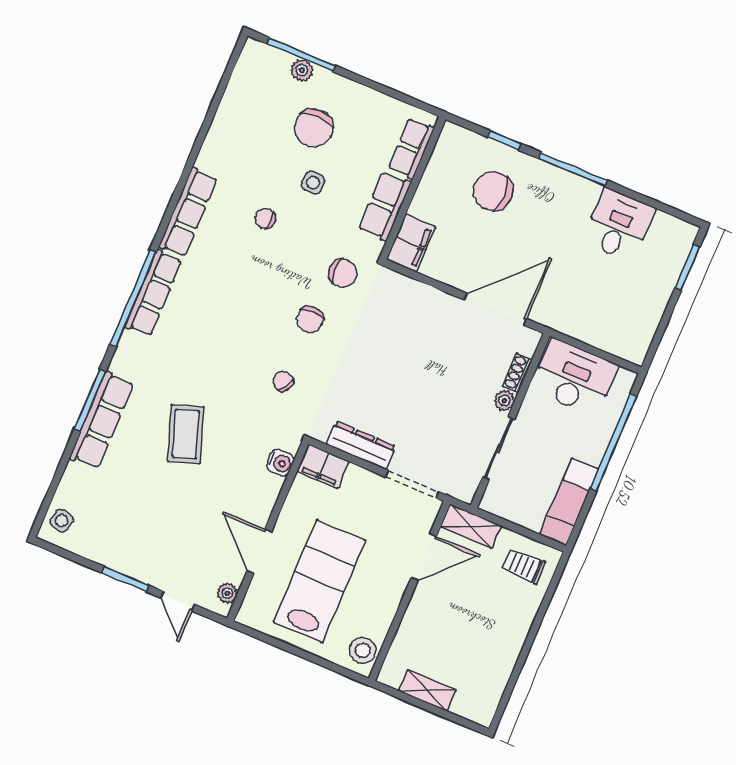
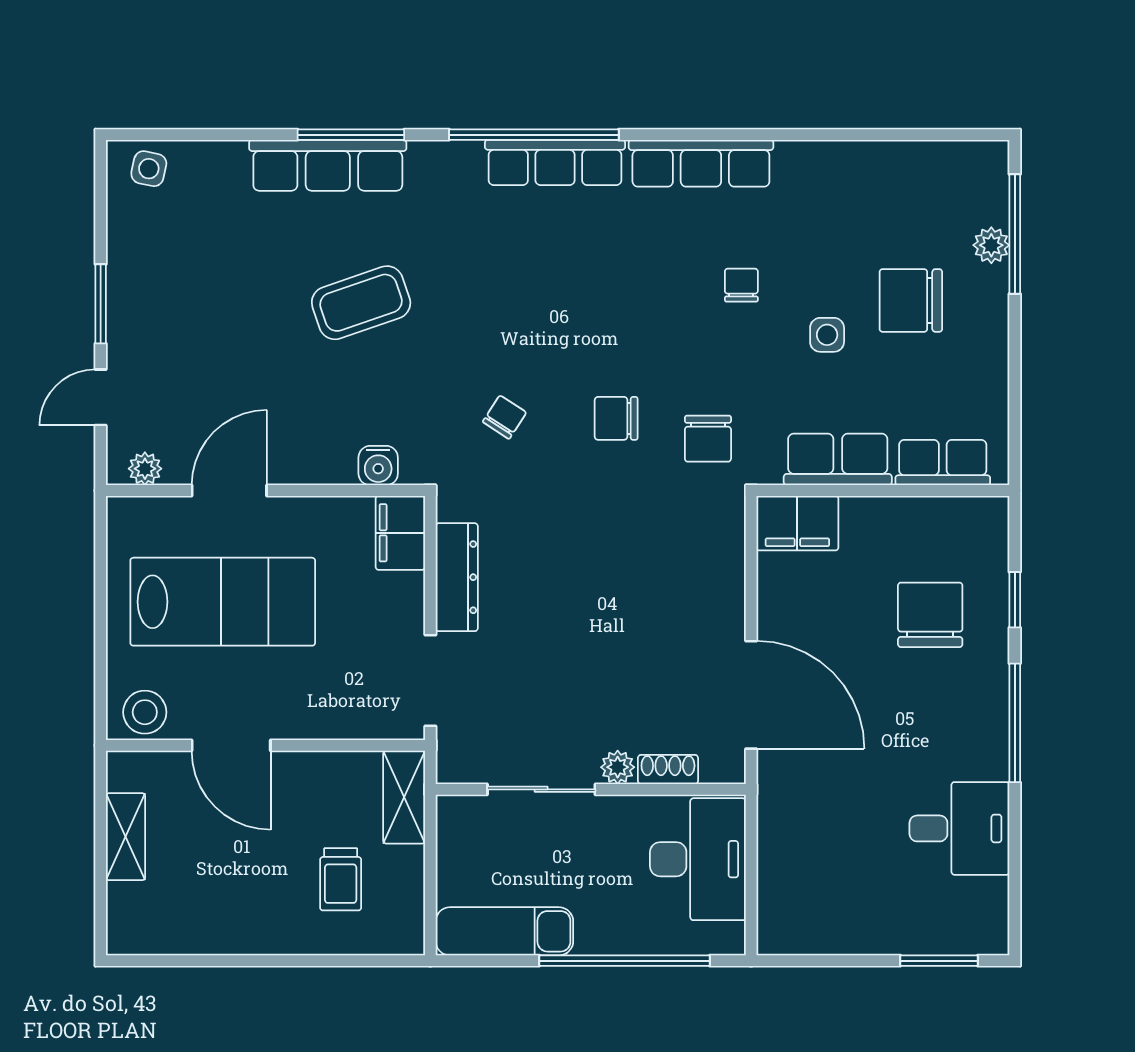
door: (424, 557) -> (231, 745), moved
trolley: (524, 566) -> (341, 879), moved, turned 180

